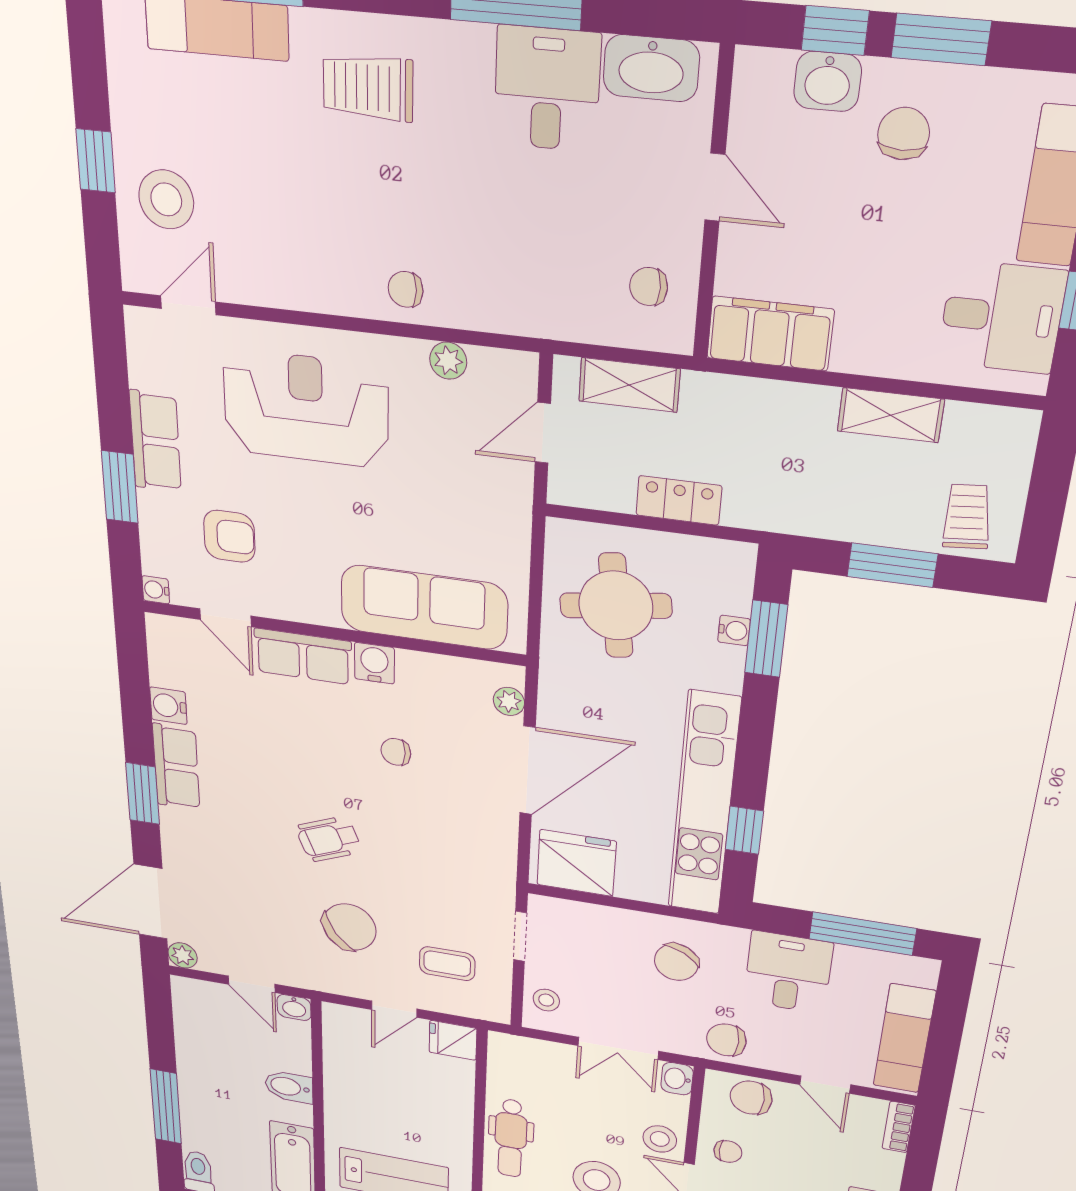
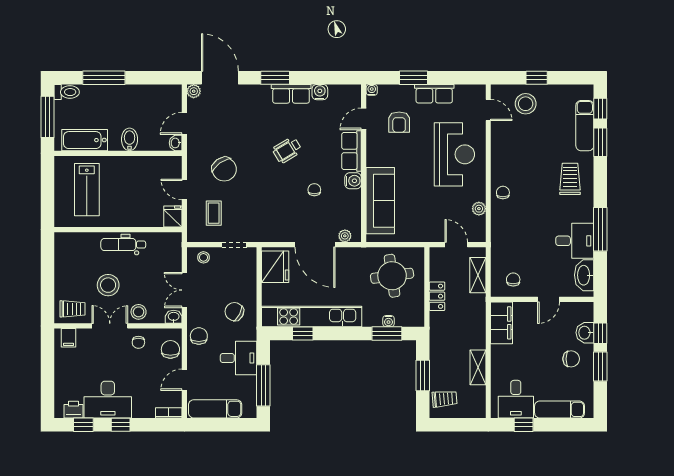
wheelchair: (329, 839) -> (287, 150), moved, turned -99

